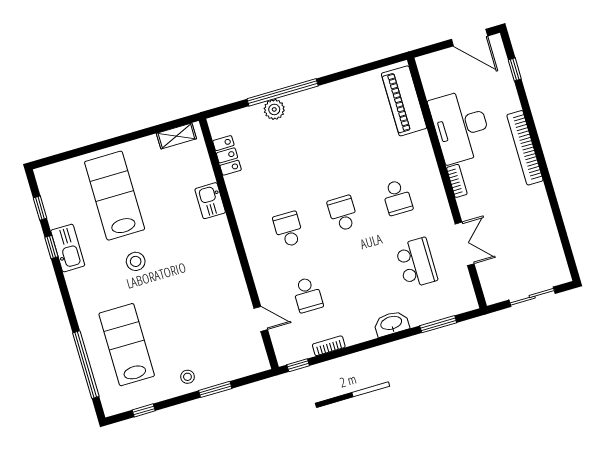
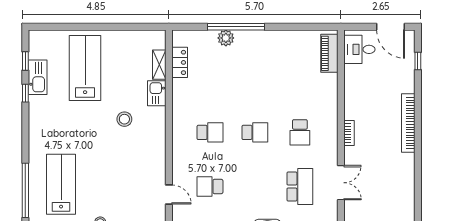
piano: (404, 101) -> (329, 53), width x0.73, depth x0.75
desk: (461, 126) -> (359, 49), moved, width x0.53, depth x0.77
shelving: (176, 136) -> (159, 65), moved, turned 90
school desk: (343, 213) -> (255, 132), turned 90
school desk: (288, 229) -> (210, 132), turned 90
kitchen sink: (68, 248) -> (38, 77), moved
stool: (136, 261) -> (124, 119), moved
school desk: (308, 295) -> (210, 187), turned 90

